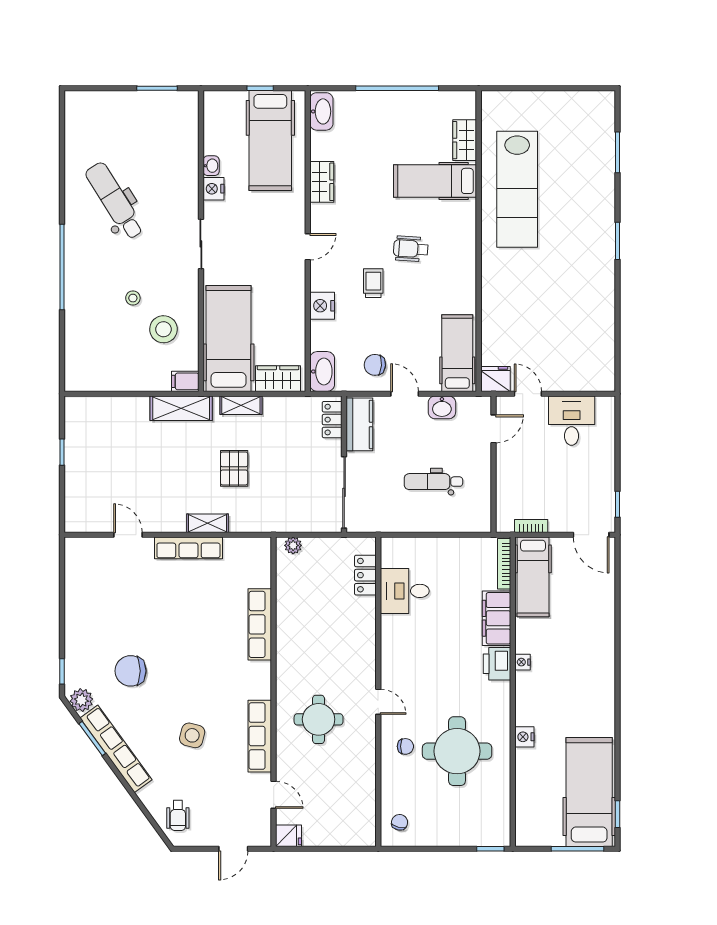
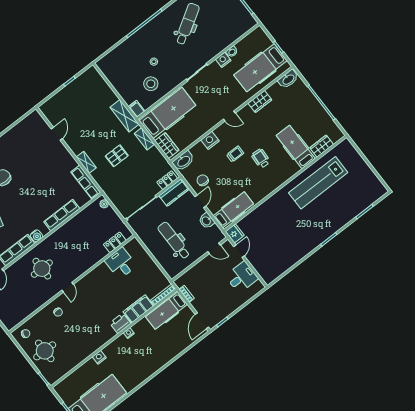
dental chair: (433, 482) -> (174, 241), width x1.36, depth x1.38
row of seats: (188, 548) -> (86, 182), moved
water cooler: (261, 688) -> (36, 236), added
round table: (457, 751) -> (45, 351), moved, width x0.73, depth x0.73

